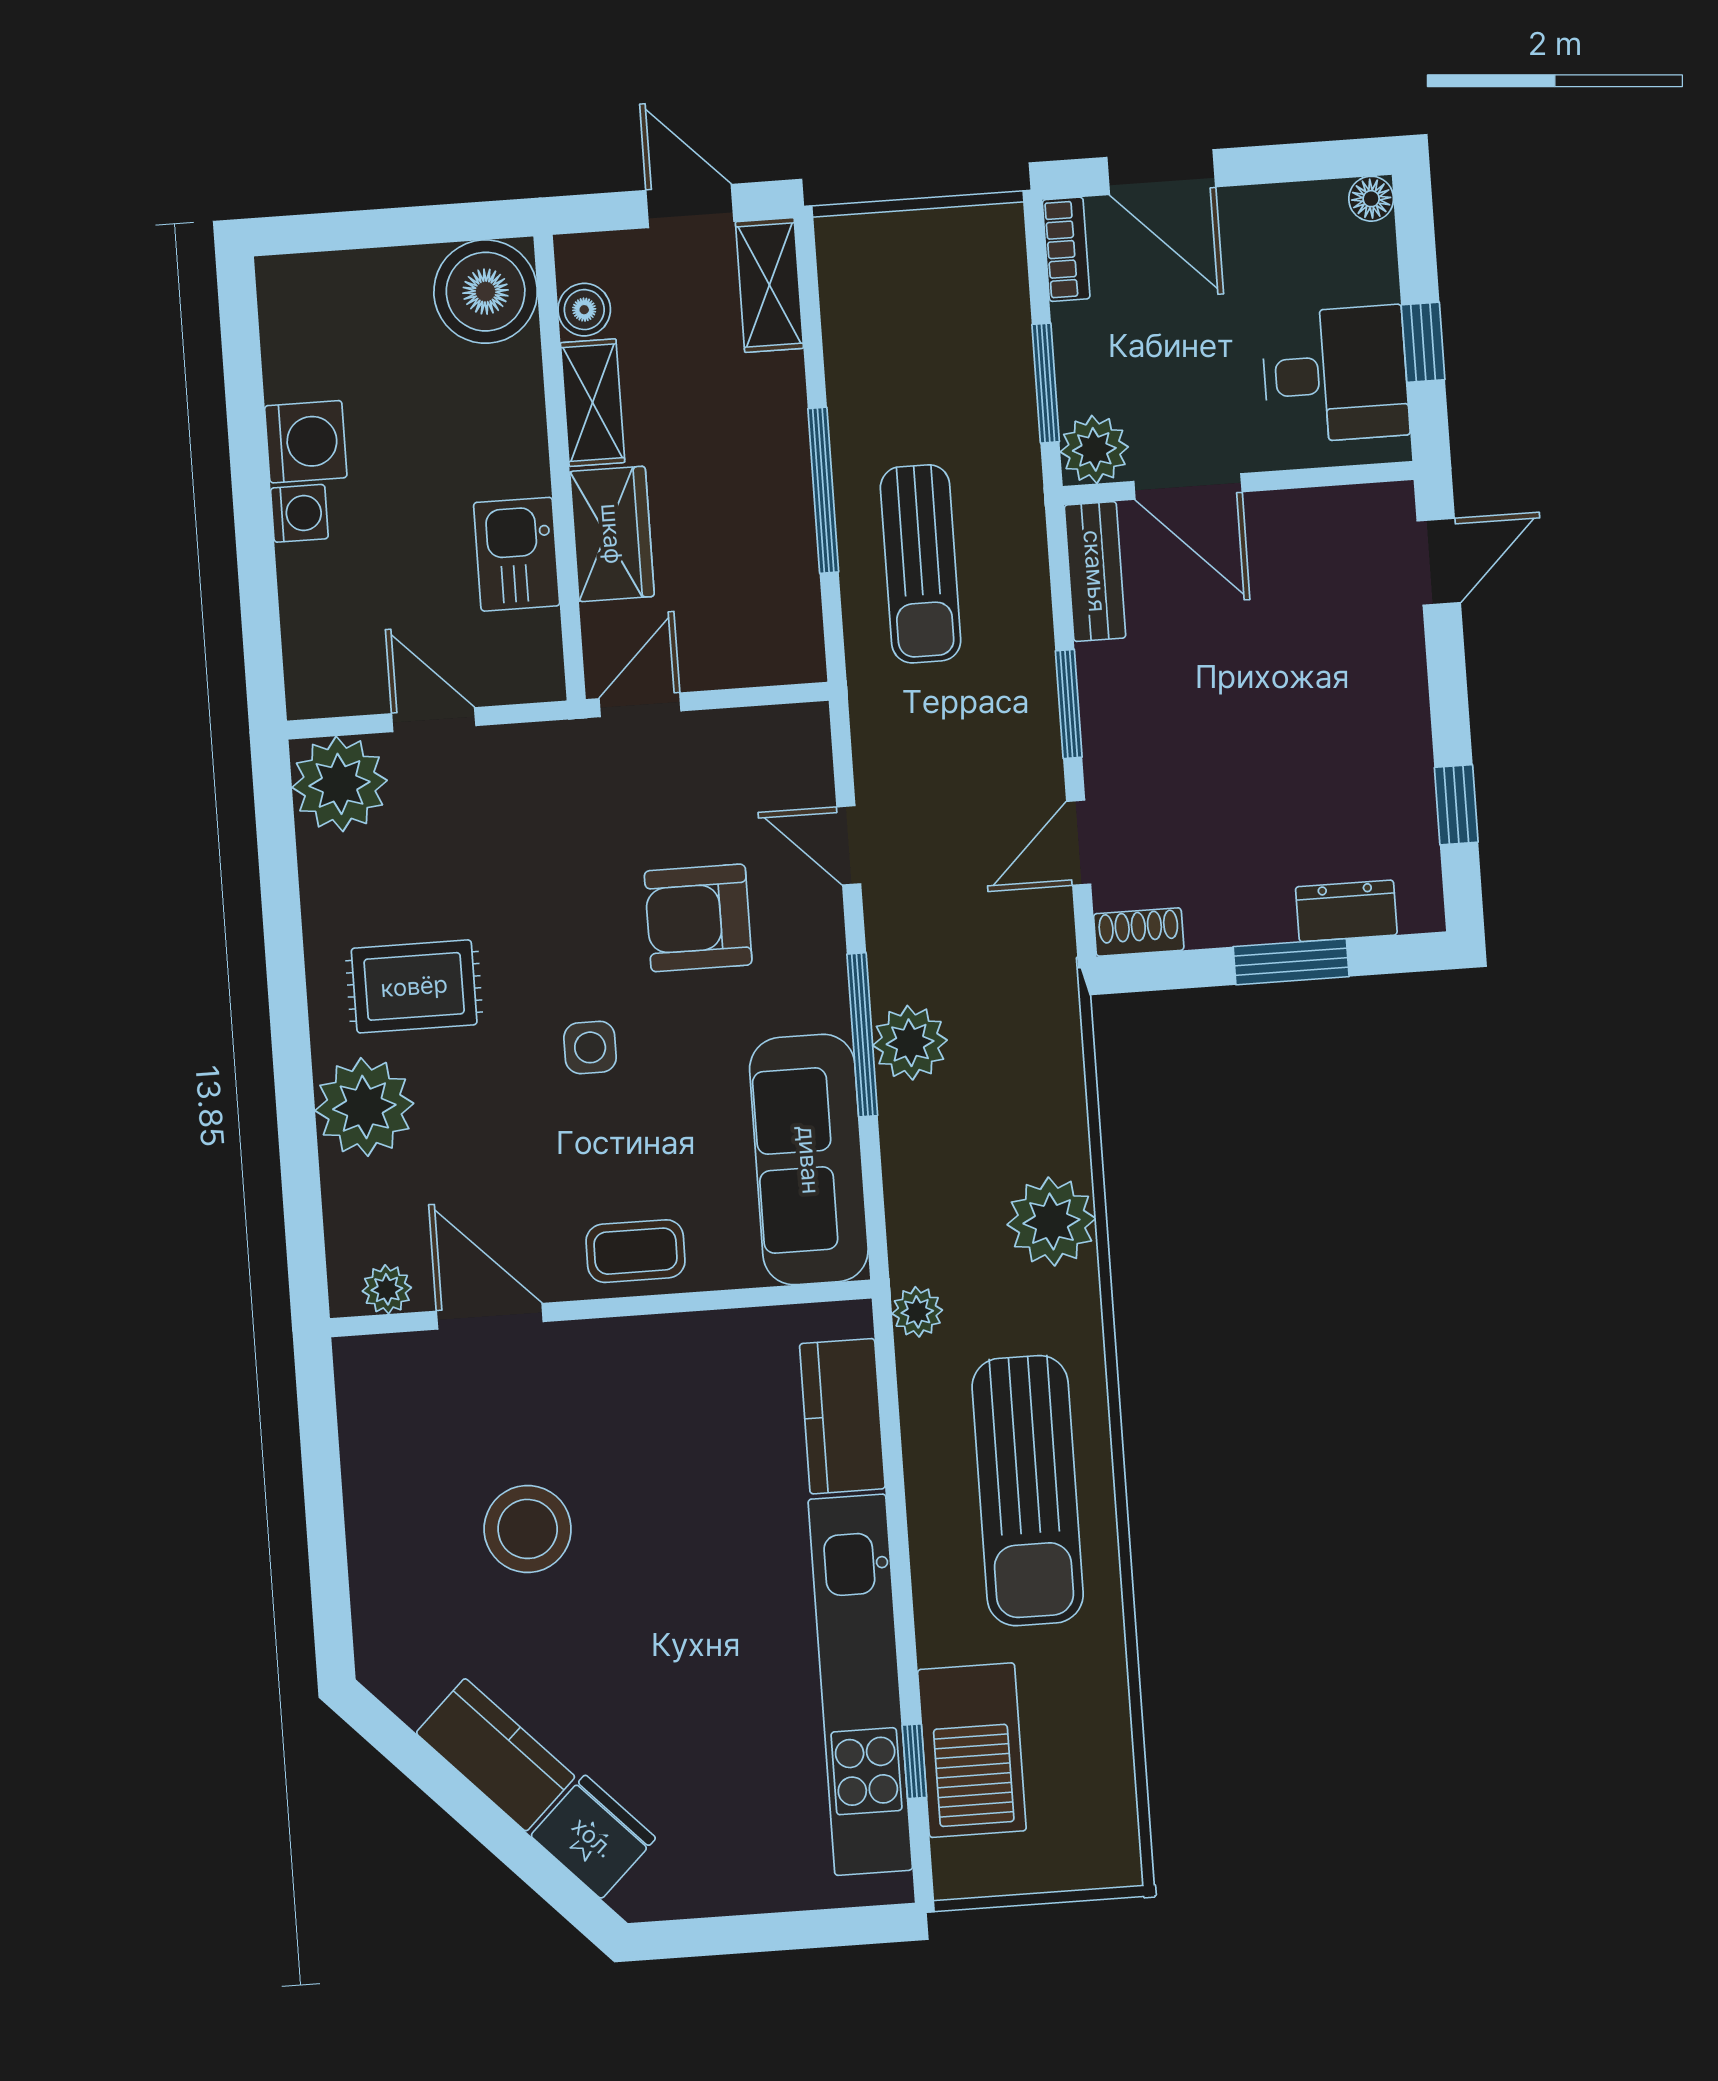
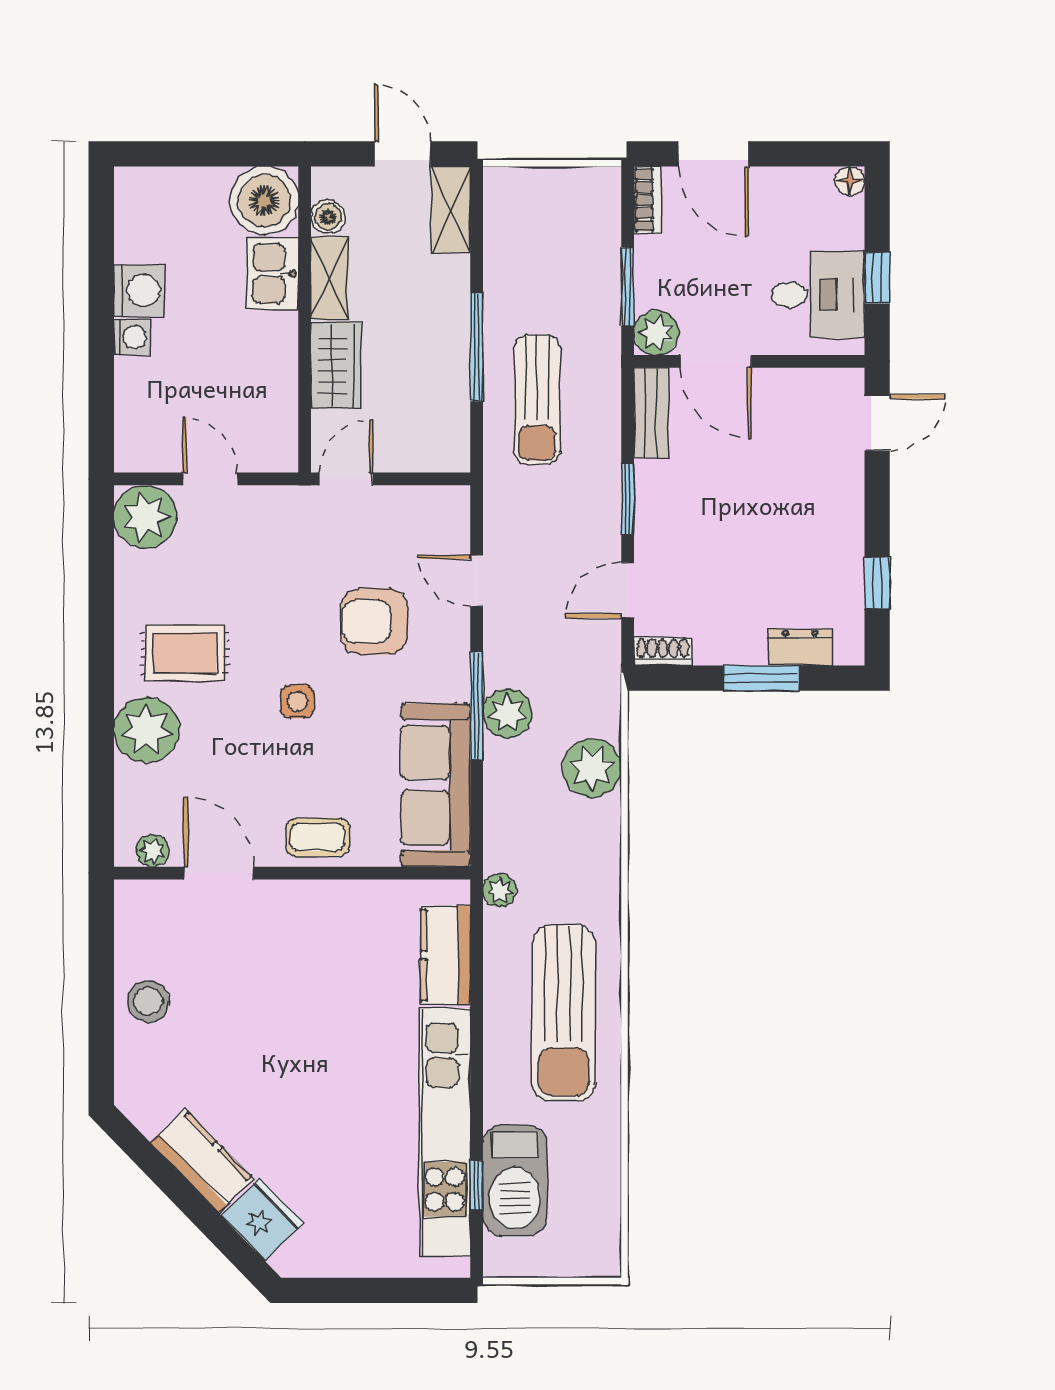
kitchen sink: (517, 554) -> (272, 274), moved
plant: (1051, 1222) -> (592, 768), moved
stool: (528, 1529) -> (148, 1001), moved, width x0.73, depth x0.73

